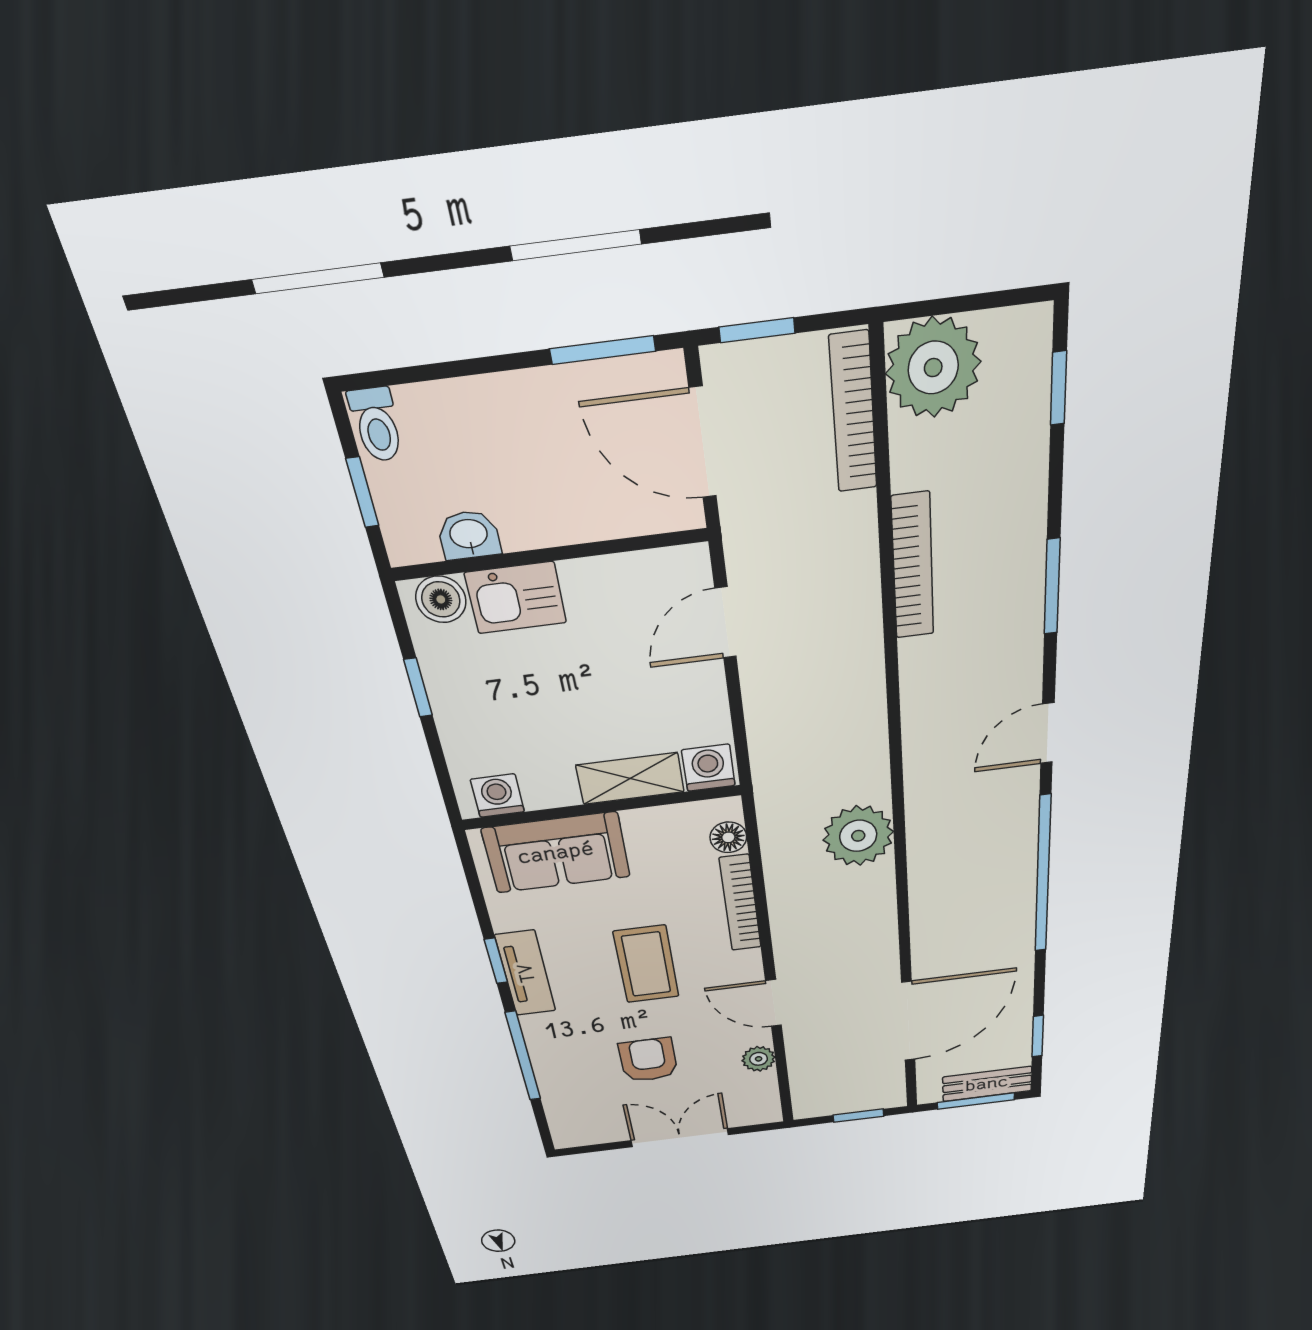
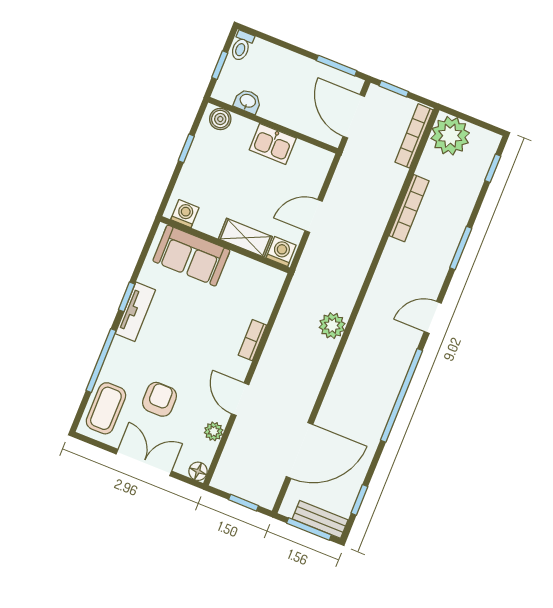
kitchen sink: (516, 598) -> (273, 144), moved
door: (726, 623) -> (314, 216), moved
plant: (858, 836) -> (332, 326), width x0.73, depth x0.73
floor lamp: (728, 837) -> (198, 471), moved
bookcase: (740, 903) -> (252, 340), width x0.64
coffee table: (646, 964) -> (106, 408), moved

